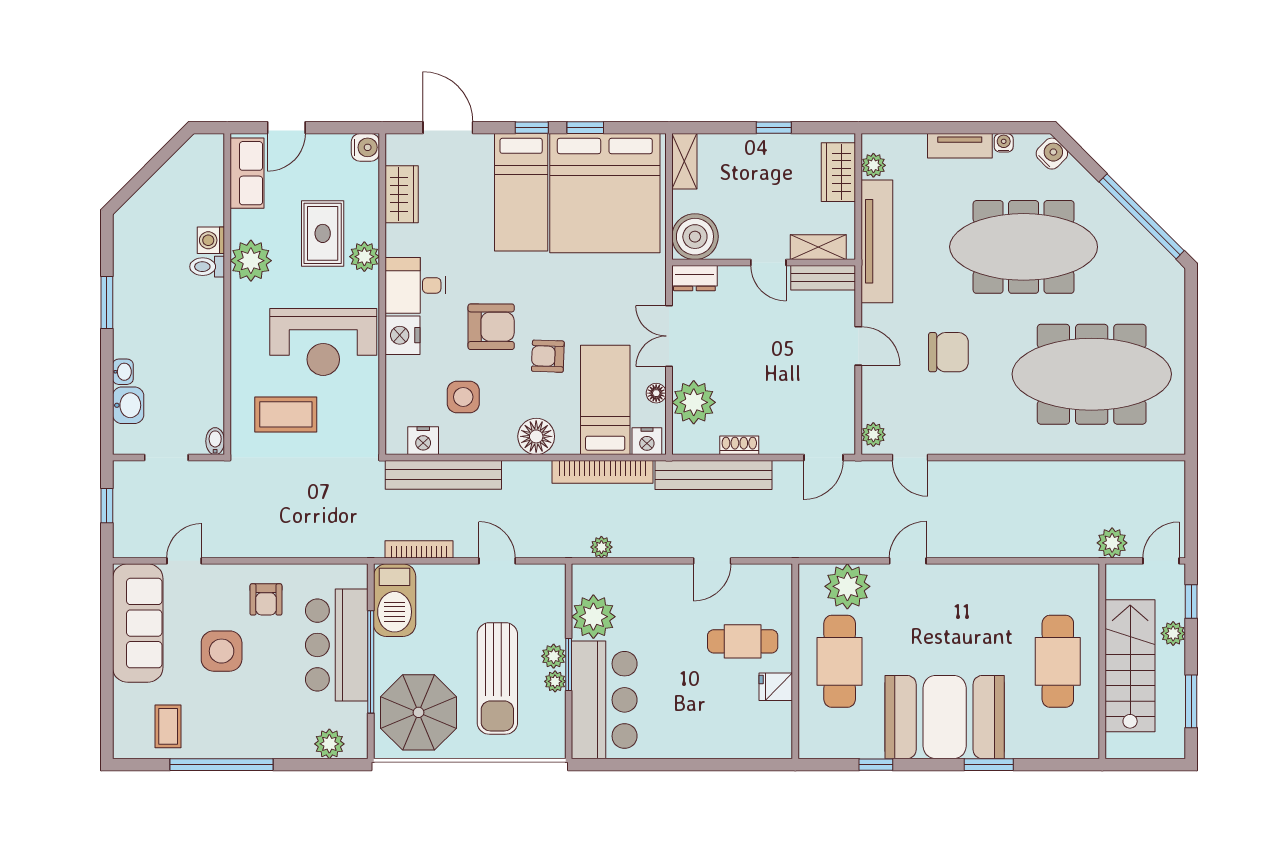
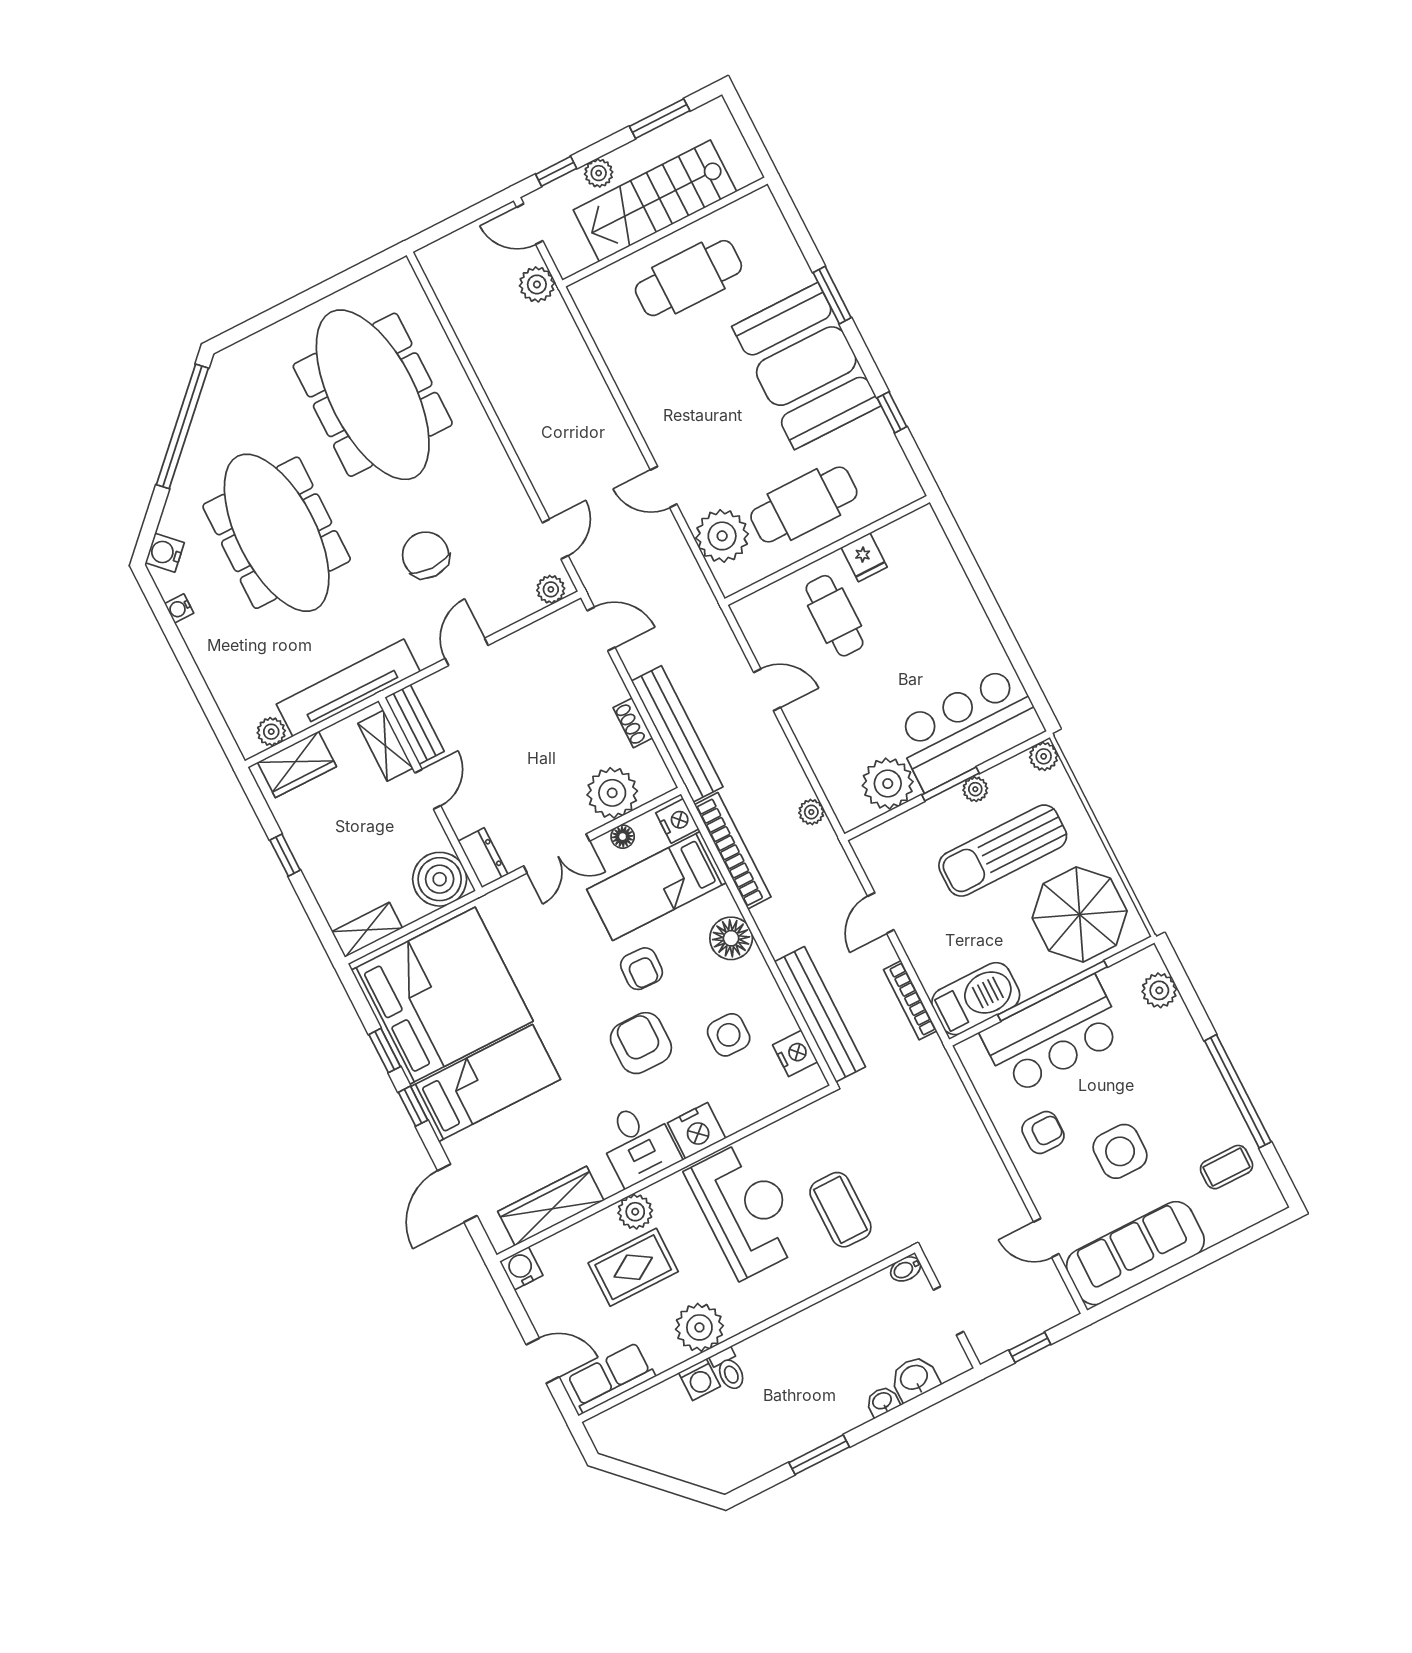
tv unit: (960, 146) -> (205, 652), removed
wardrobe: (402, 194) -> (551, 1206), width x1.50
plant: (554, 656) -> (1044, 756), moved
sun lounger: (497, 678) -> (1003, 851), turned 180

